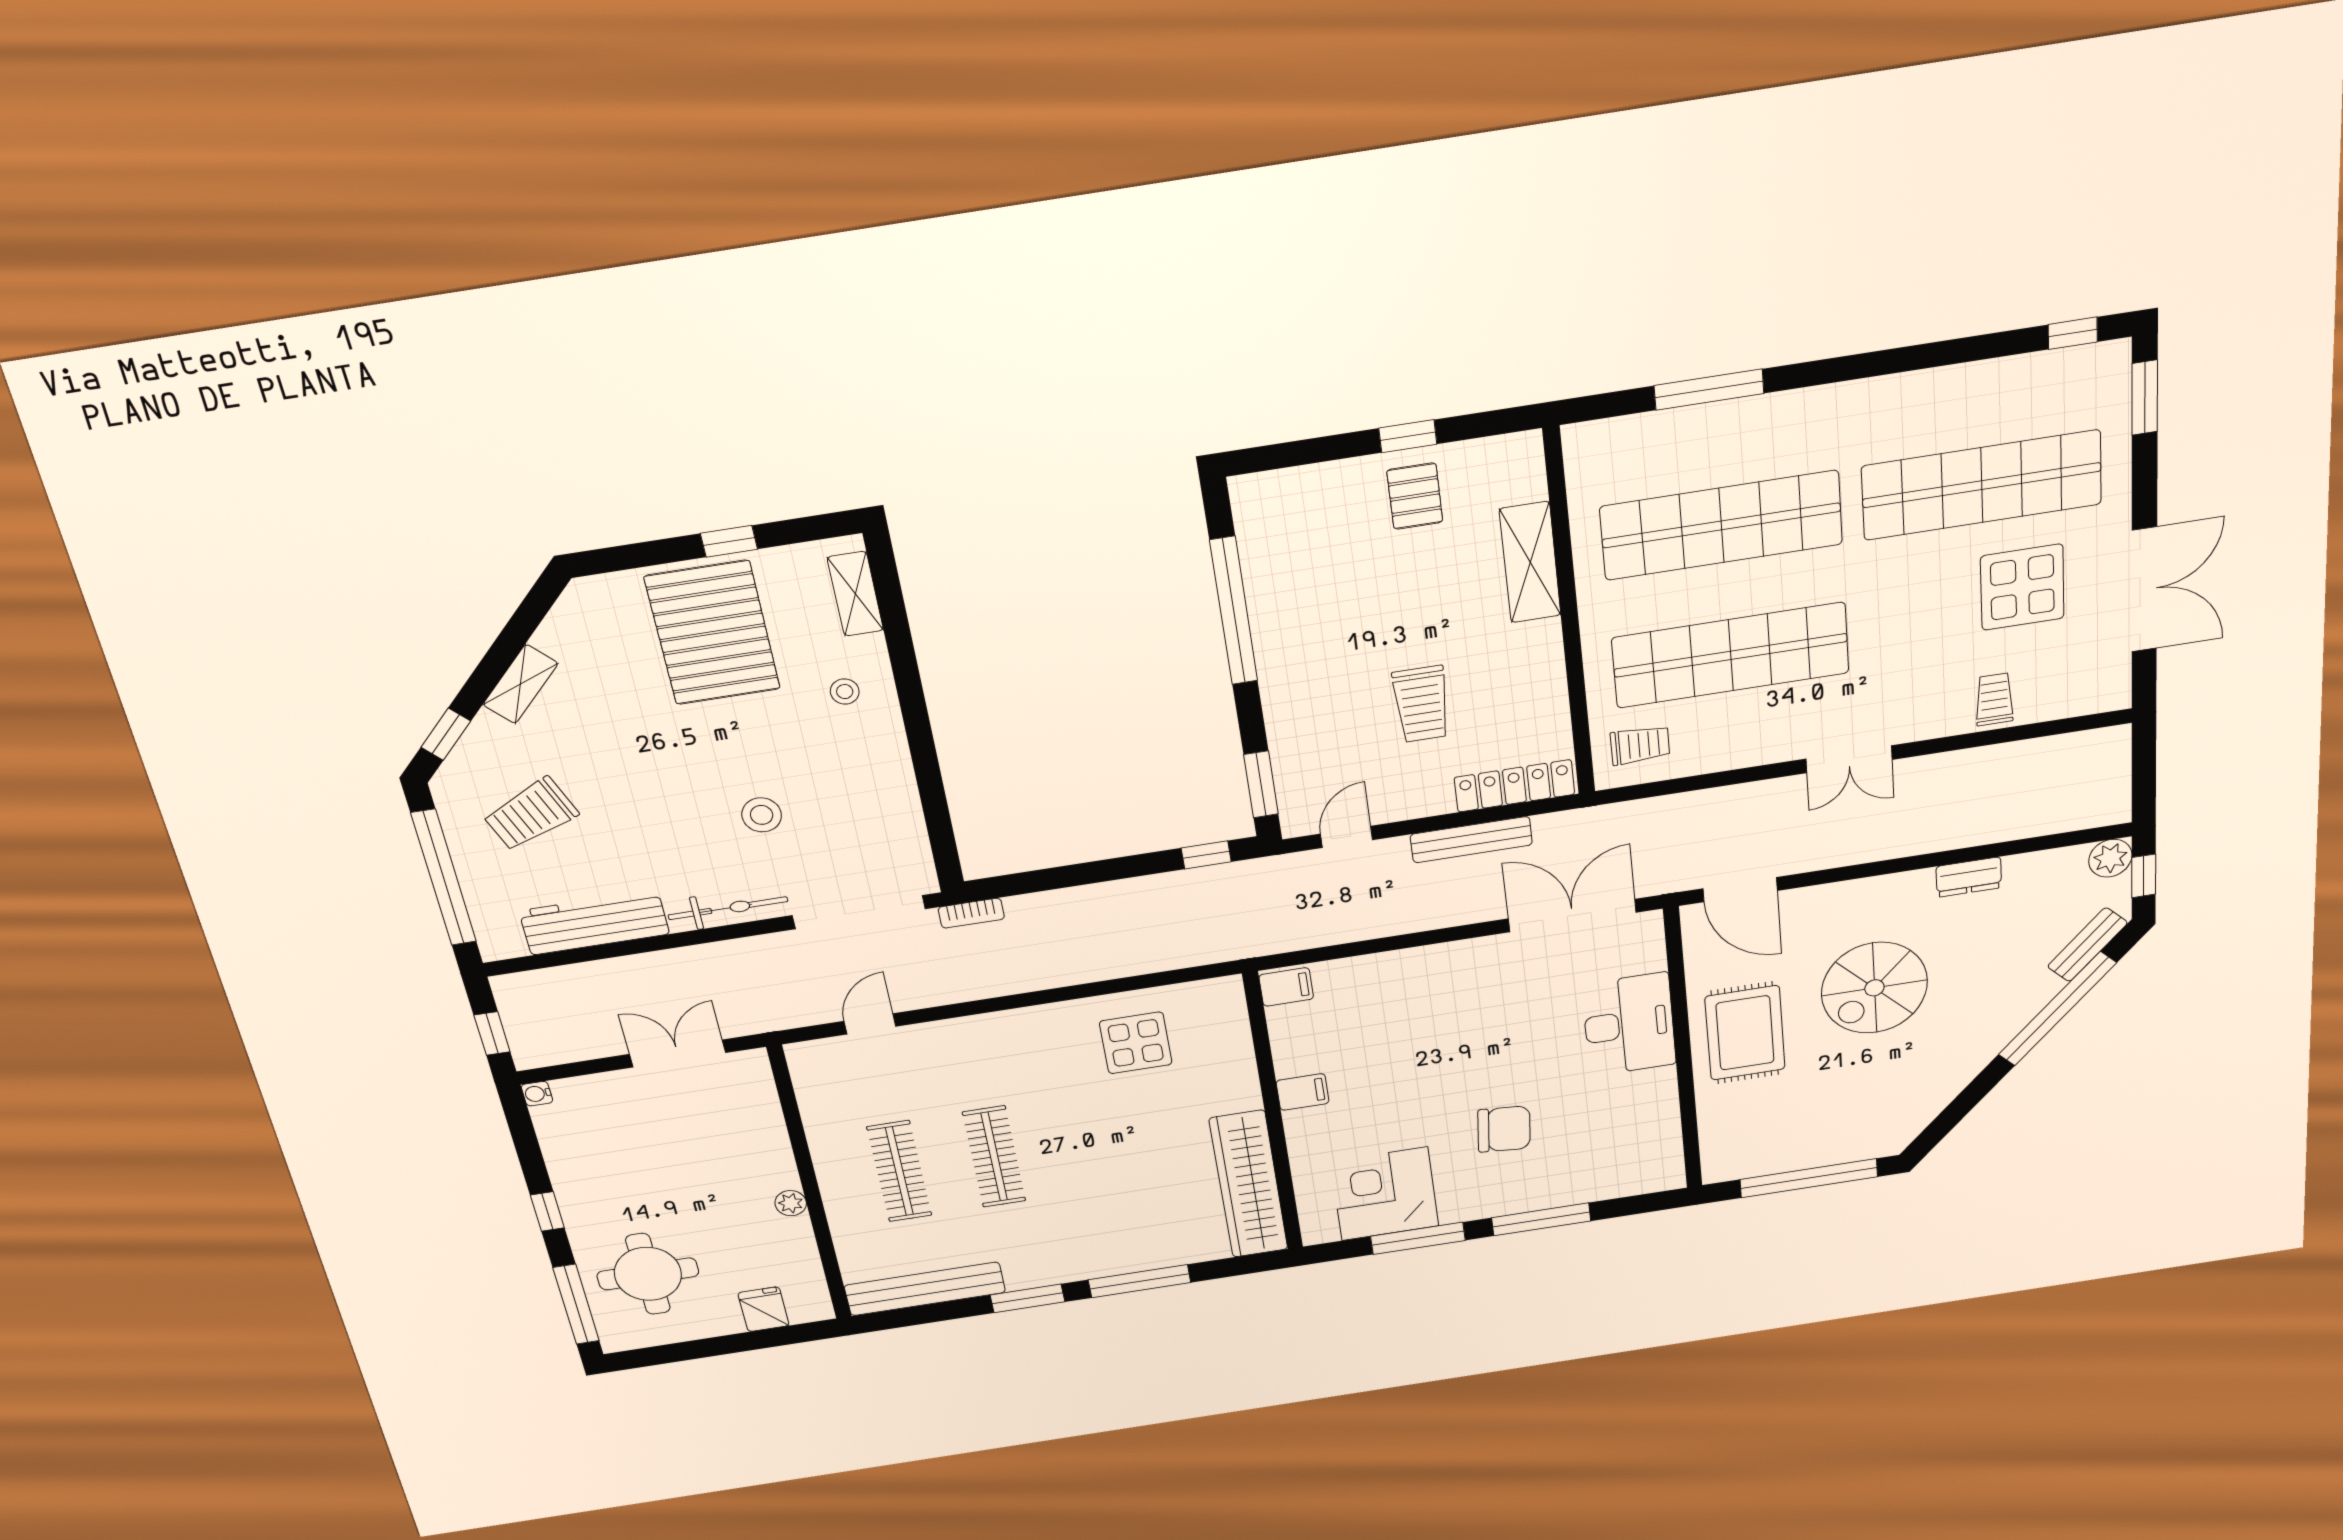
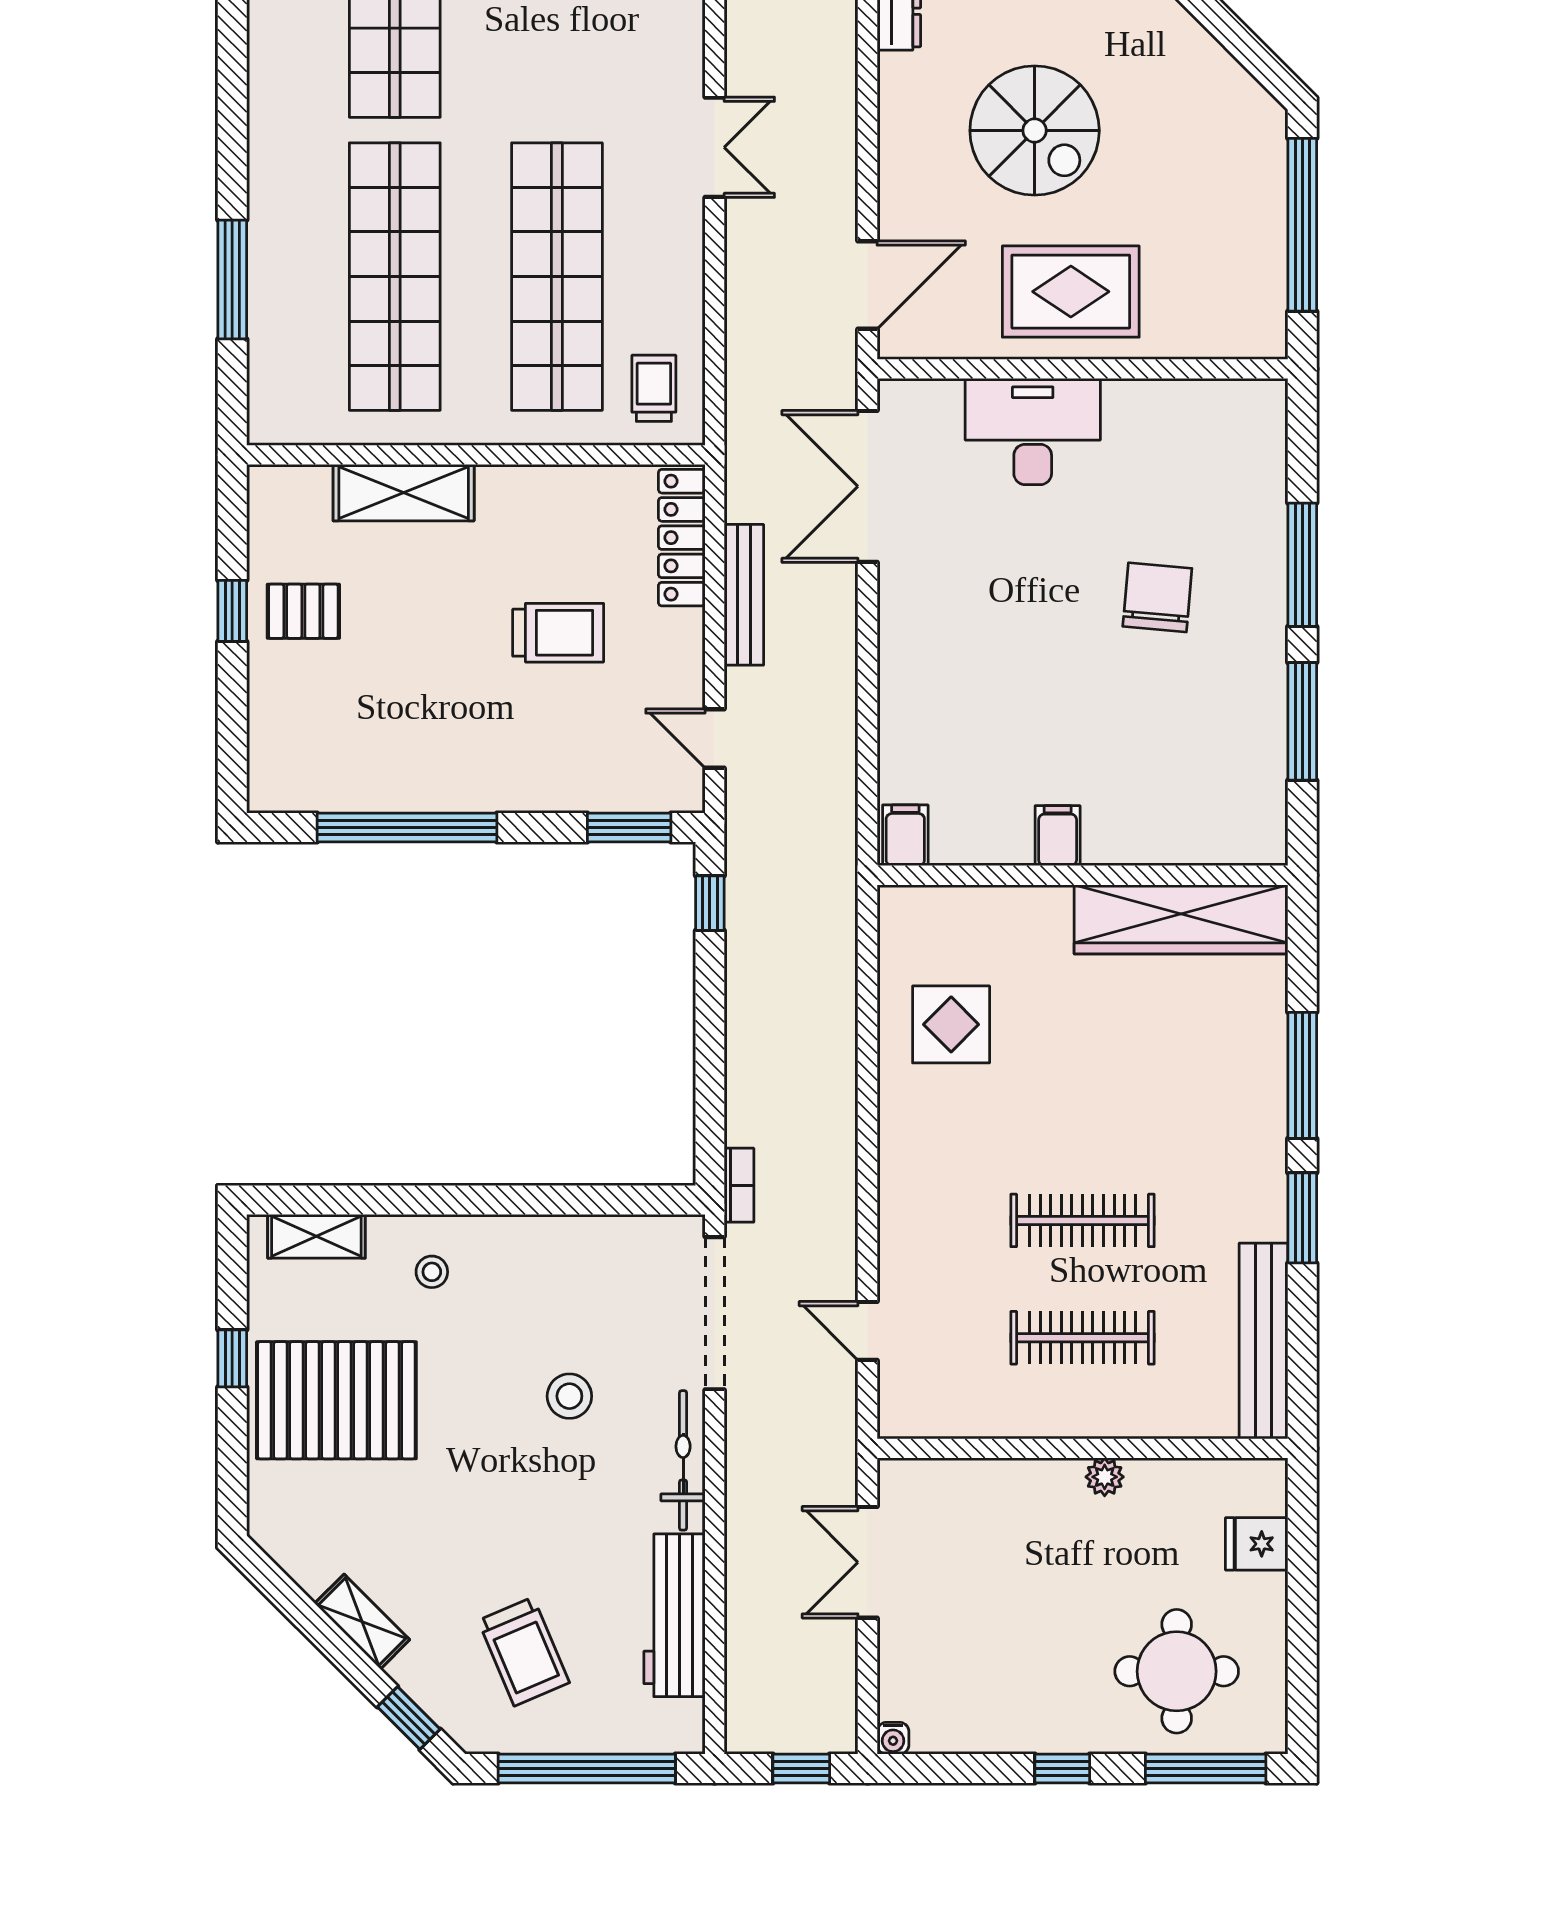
corner desk: (1385, 1194) -> (1227, 755), removed

